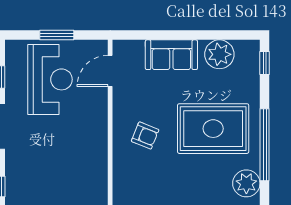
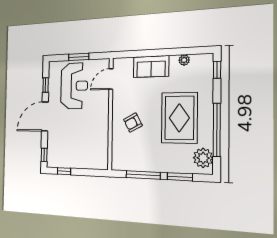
plant: (219, 54) -> (184, 60), width x0.53, depth x0.53
rug: (213, 129) -> (179, 118), turned 90
armchair: (145, 135) -> (133, 123), turned 130

